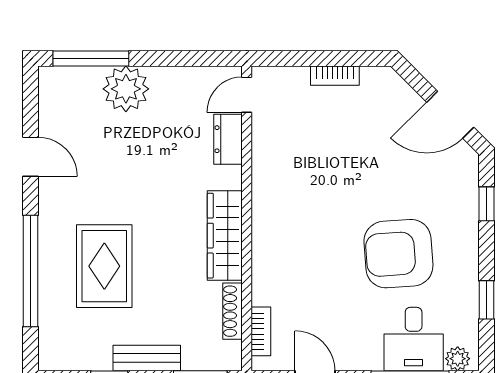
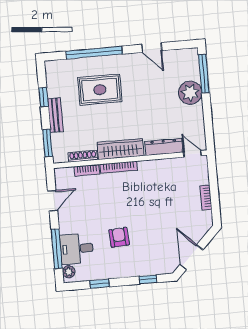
dresser: (228, 139) -> (164, 147), width x1.44
door: (30, 157) -> (152, 48), hinge flipped
bookcase: (260, 243) -> (119, 167), added
armchair: (398, 254) -> (119, 237), width x0.53, depth x0.53
bookcase: (261, 331) -> (87, 170), moved

